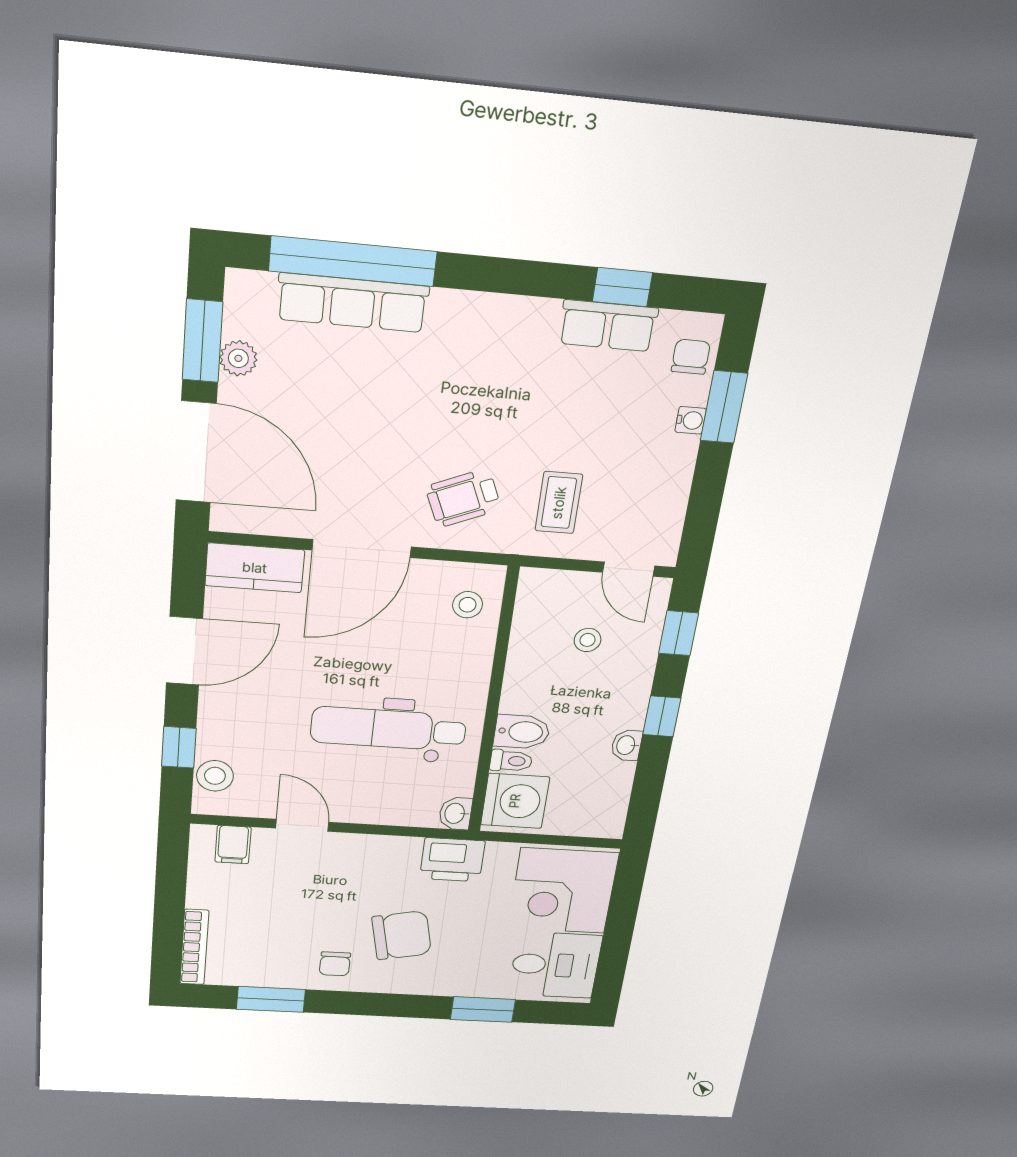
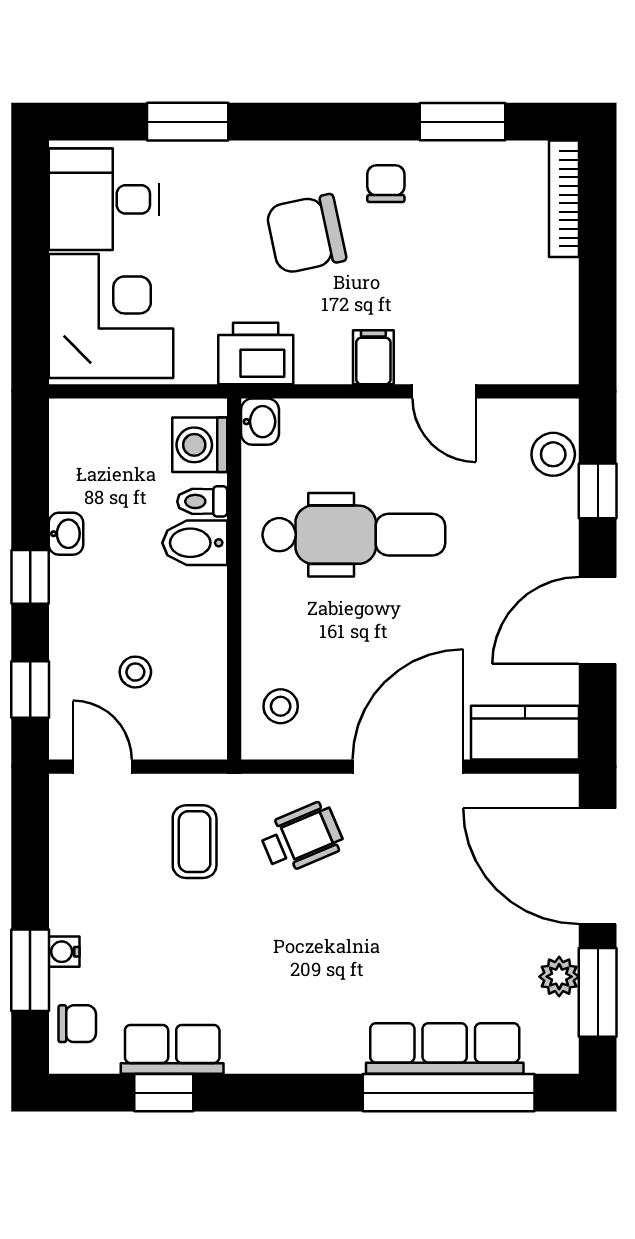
chair: (691, 357) -> (77, 1024), turned -90
washing machine: (515, 801) -> (200, 445), width x0.73, depth x0.73
filing cabinet: (233, 845) -> (373, 357), moved

